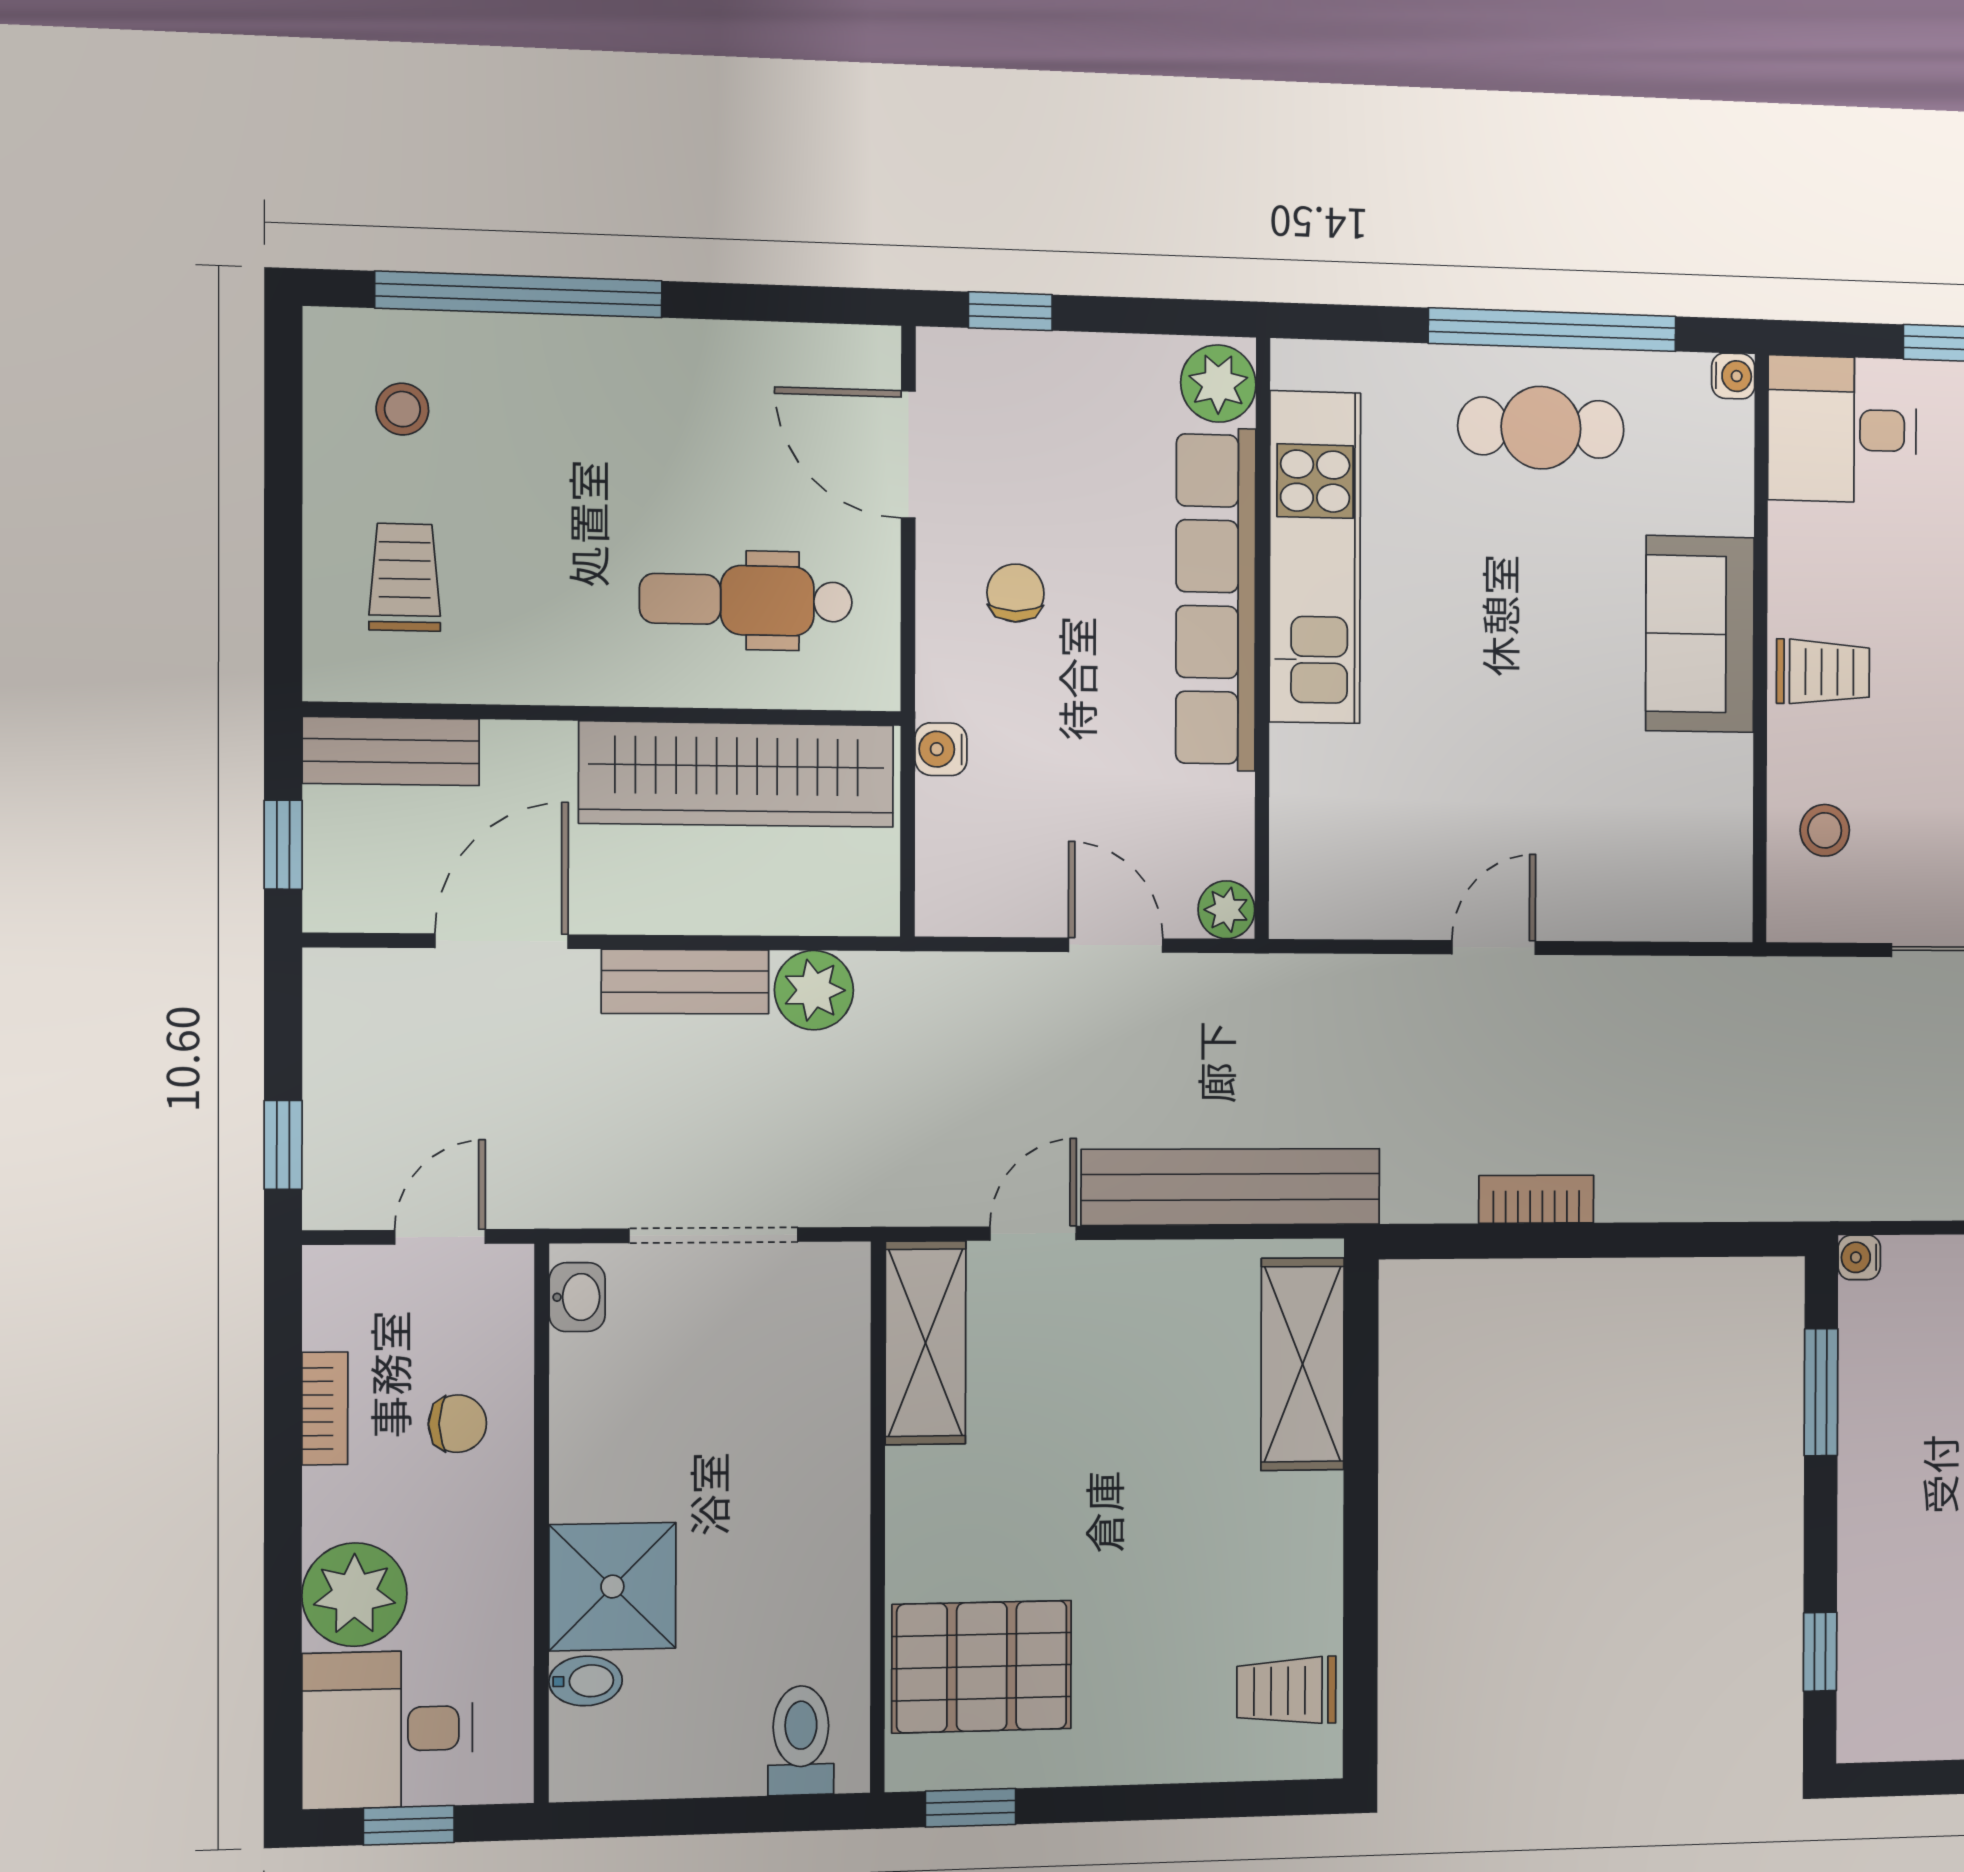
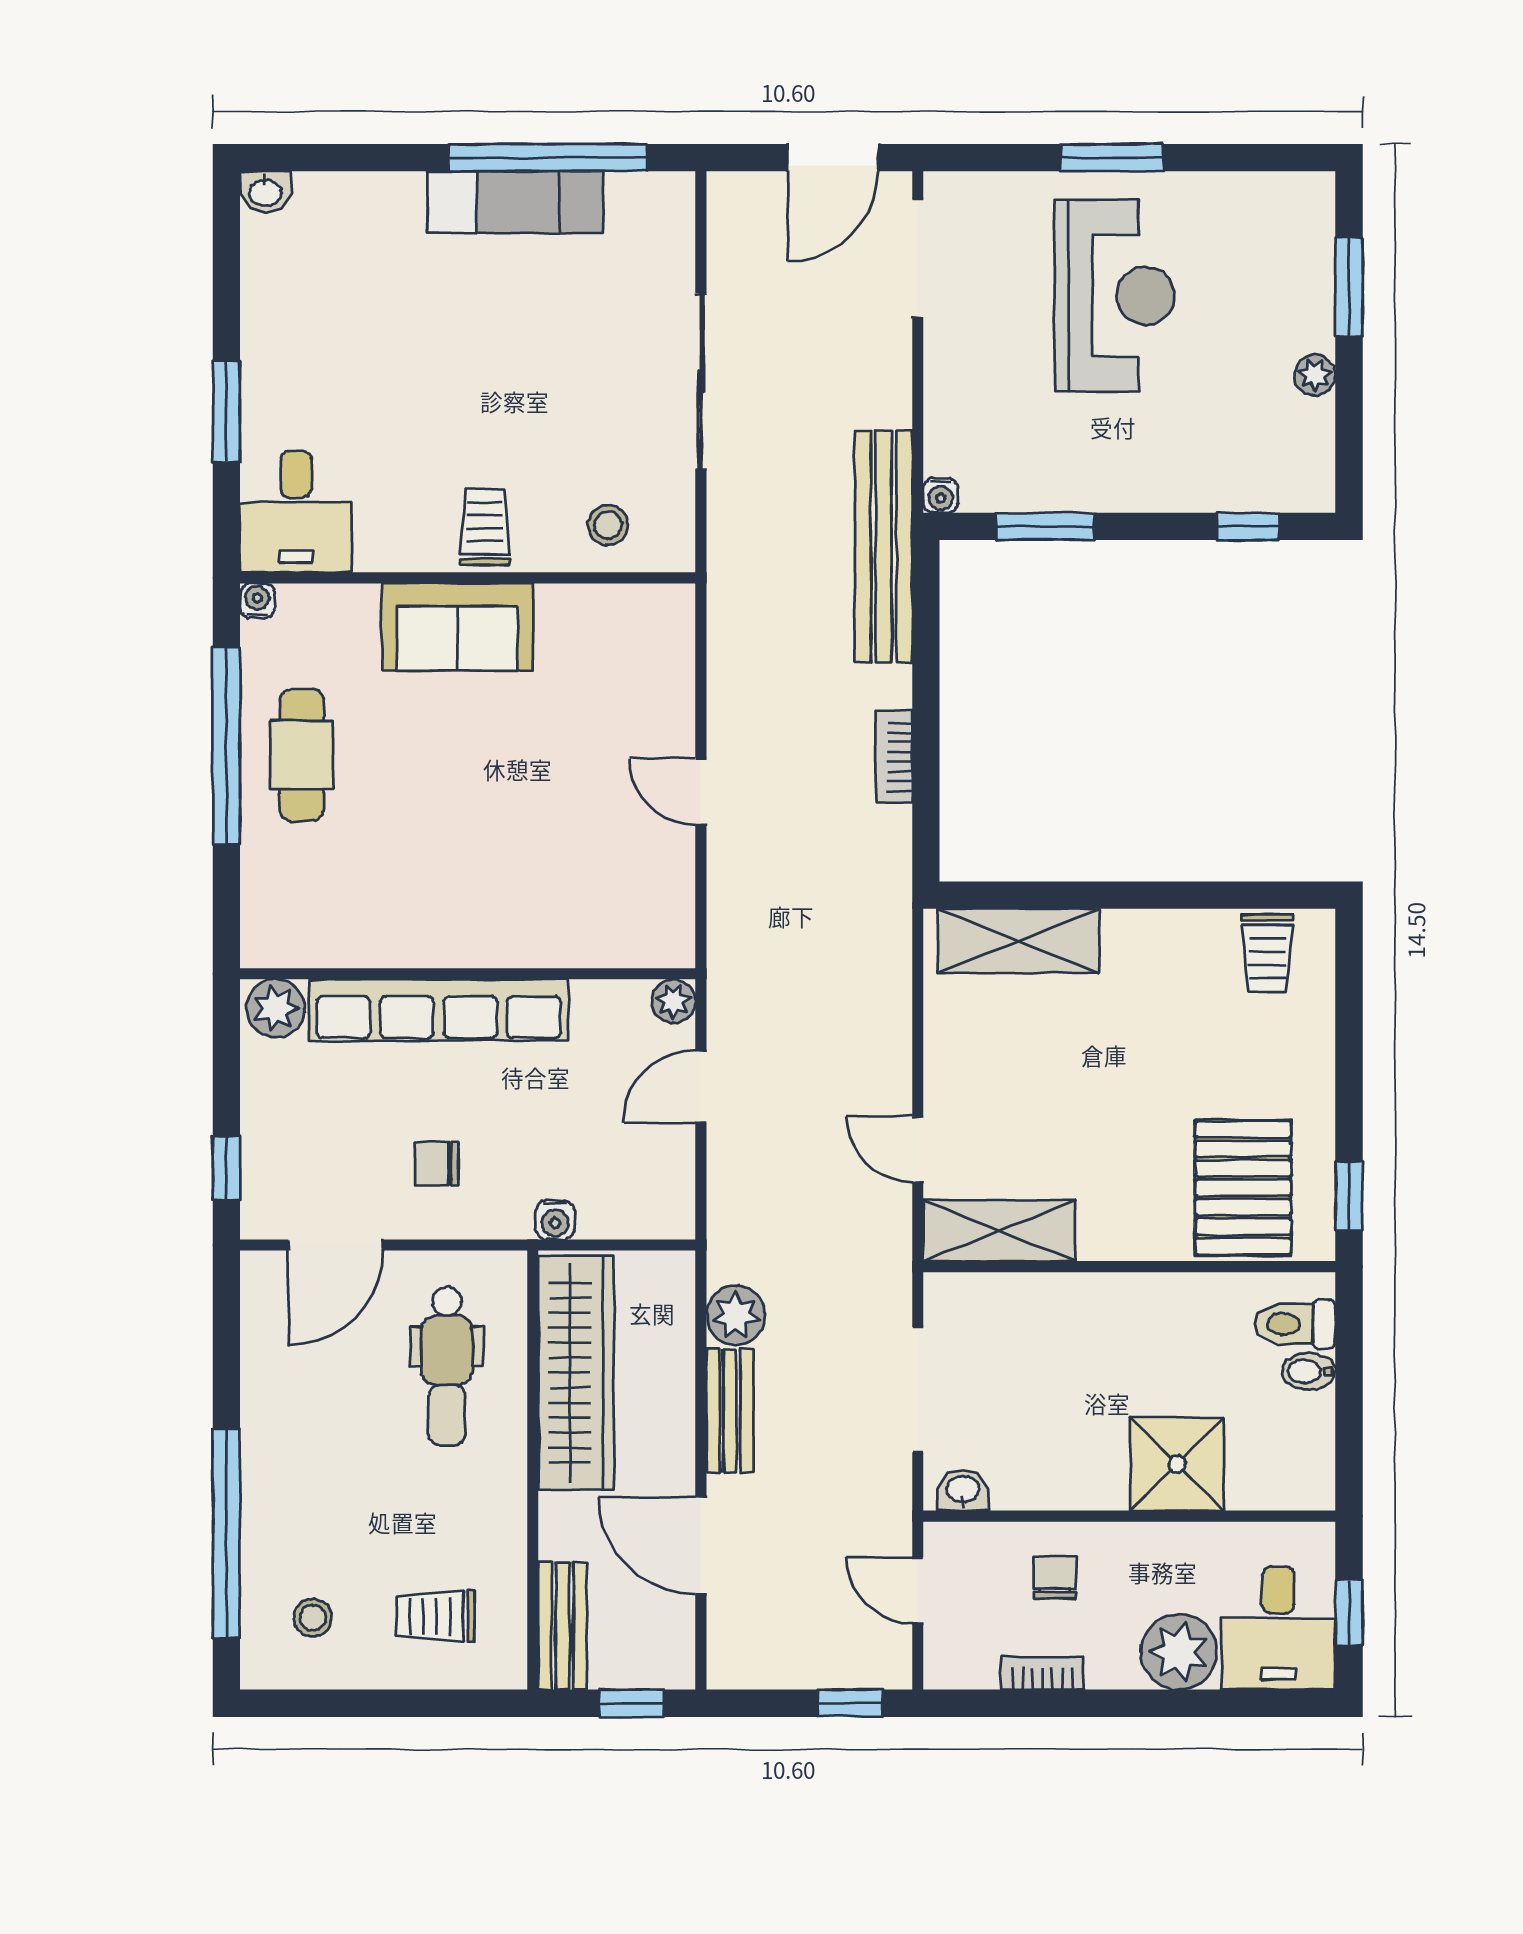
kitchen unit: (1315, 557) -> (405, 933), removed
bench: (1231, 1187) -> (884, 547), moved
bidet: (586, 1681) -> (1308, 1371), moved, turned -90

